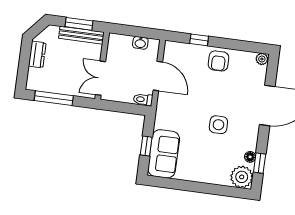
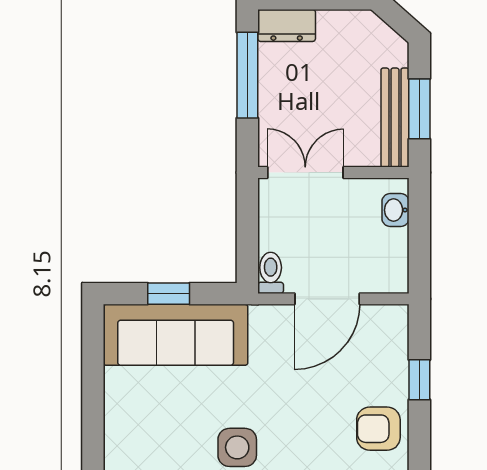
washbasin: (140, 43) -> (395, 210), moved
dresser: (37, 54) -> (287, 25), moved
sofa: (164, 154) -> (176, 335), width x1.36

